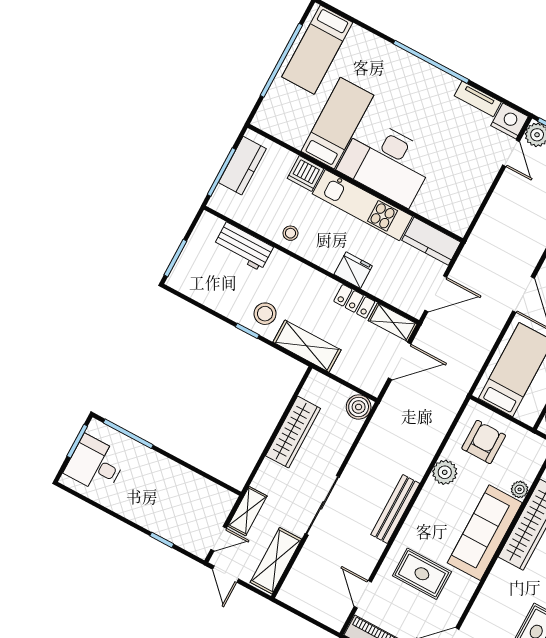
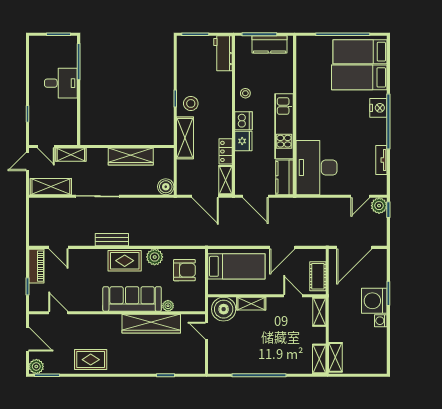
nightstand: (510, 121) -> (378, 108), moved
bed: (337, 123) -> (359, 77), moved, turned 180
desk: (387, 162) -> (316, 168), moved
dishwasher: (305, 173) -> (244, 121), moved, turned 180
workbench: (243, 247) -> (223, 53), moved
desk: (95, 465) -> (61, 83), moved, turned 90
bench: (395, 509) -> (112, 240), width x0.73
rug: (422, 574) -> (125, 261), moved, turned 90
door: (363, 594) -> (58, 247), swing flipped

